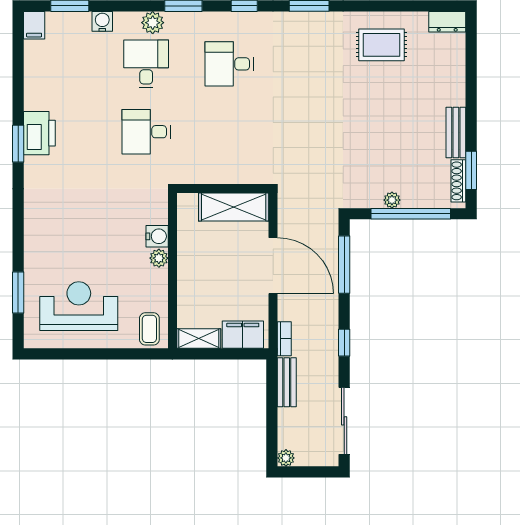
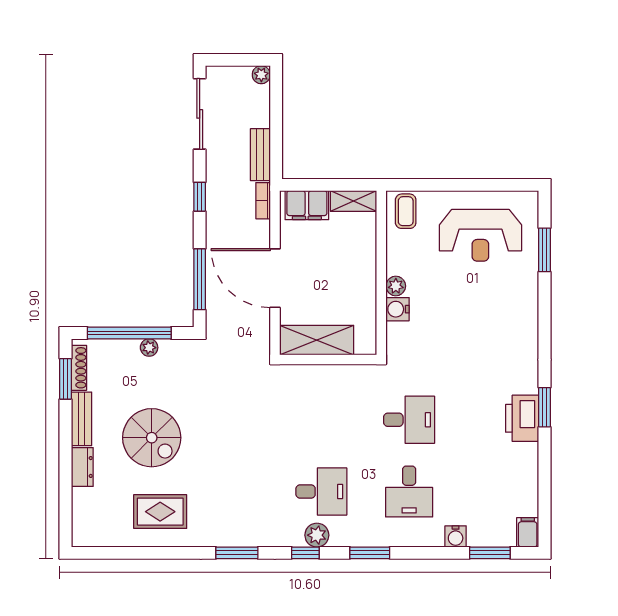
dresser: (447, 22) -> (82, 467), moved, turned 90
plant: (153, 23) -> (317, 535), moved
spiral stairs: (390, 115) -> (152, 438), added

